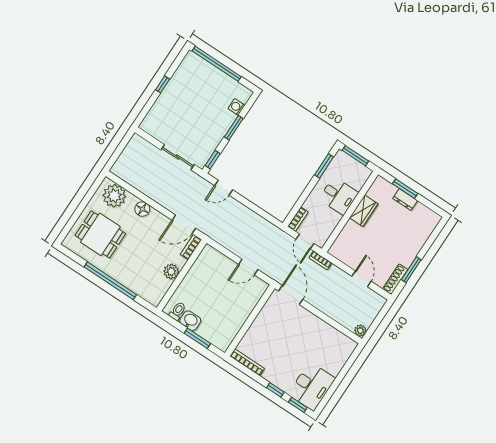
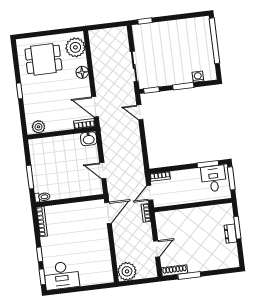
window: (163, 84) -> (145, 21), moved
desk: (339, 196) -> (214, 179), moved, turned 180
wardrobe: (364, 211) -> (201, 213), removed
dining table: (100, 234) -> (43, 59), turned 90
plant: (171, 271) -> (38, 127), moved
window: (110, 281) -> (19, 91), width x0.32
toilet: (177, 311) -> (42, 197), moved
washbasin: (190, 321) -> (89, 139), moved, turned 90
plant: (360, 331) -> (127, 271), width x1.88, depth x1.88

